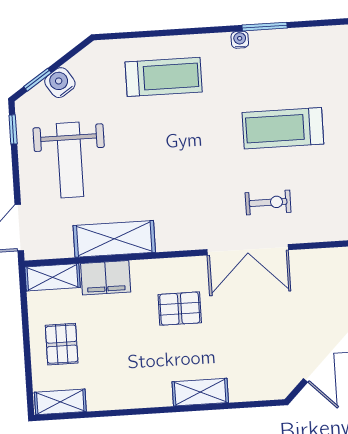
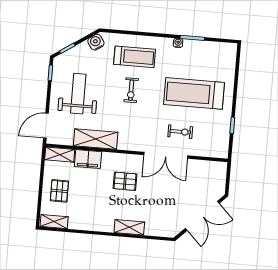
water cooler: (60, 83) -> (96, 42), moved
treadmill: (283, 128) -> (194, 93), width x1.37, depth x1.38
exercise bike: (166, 139) -> (131, 90), added
weight bench: (70, 160) -> (78, 94), turned 180

